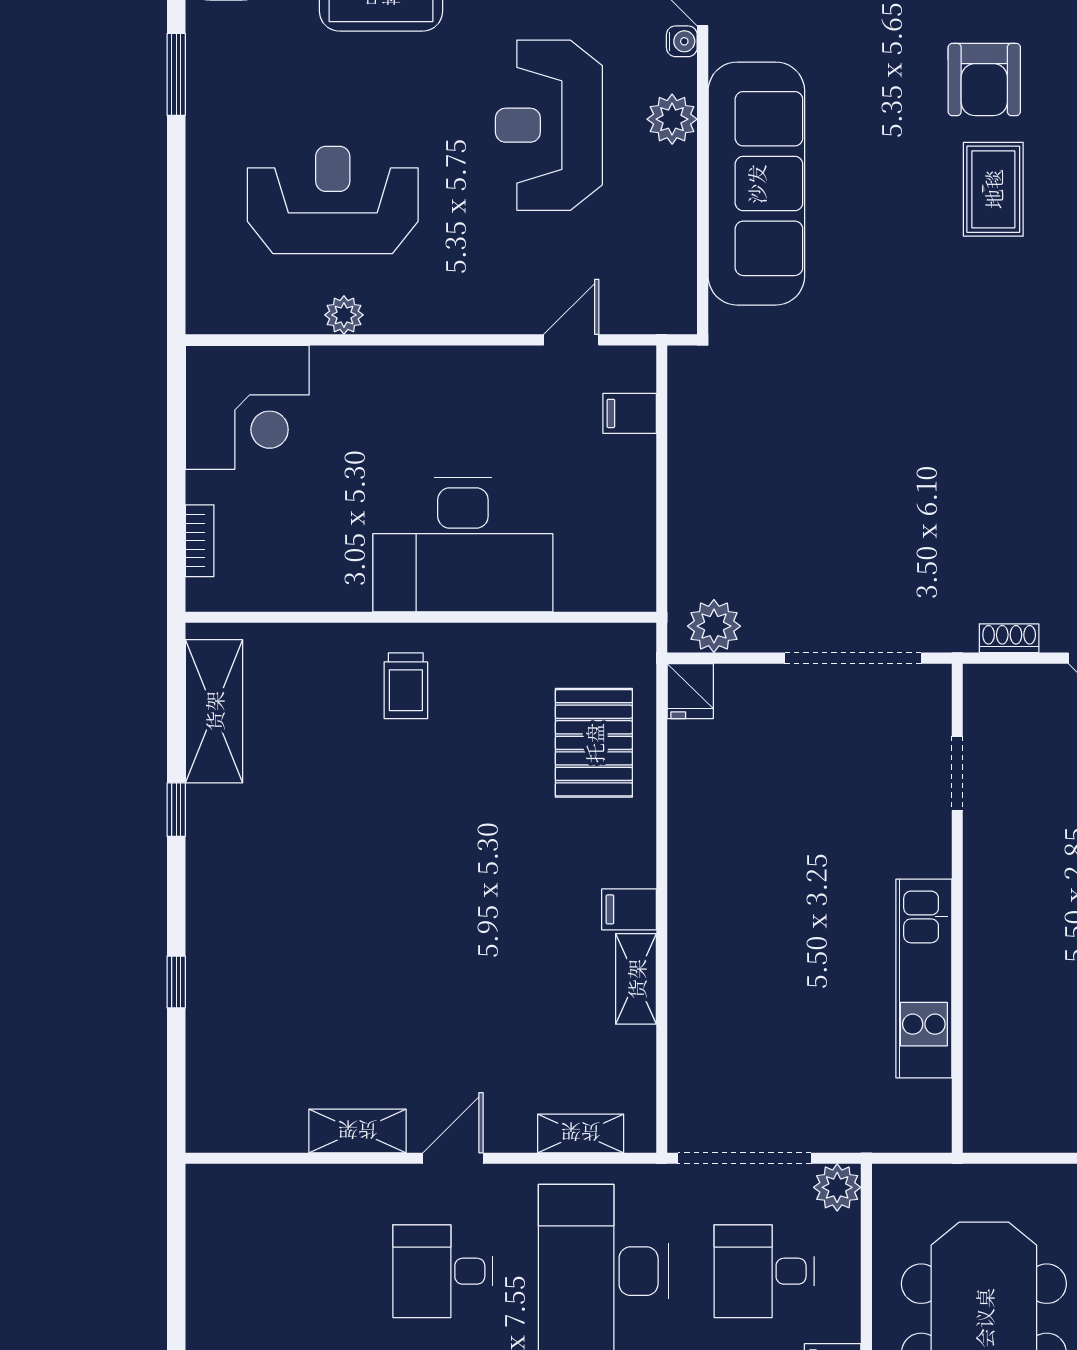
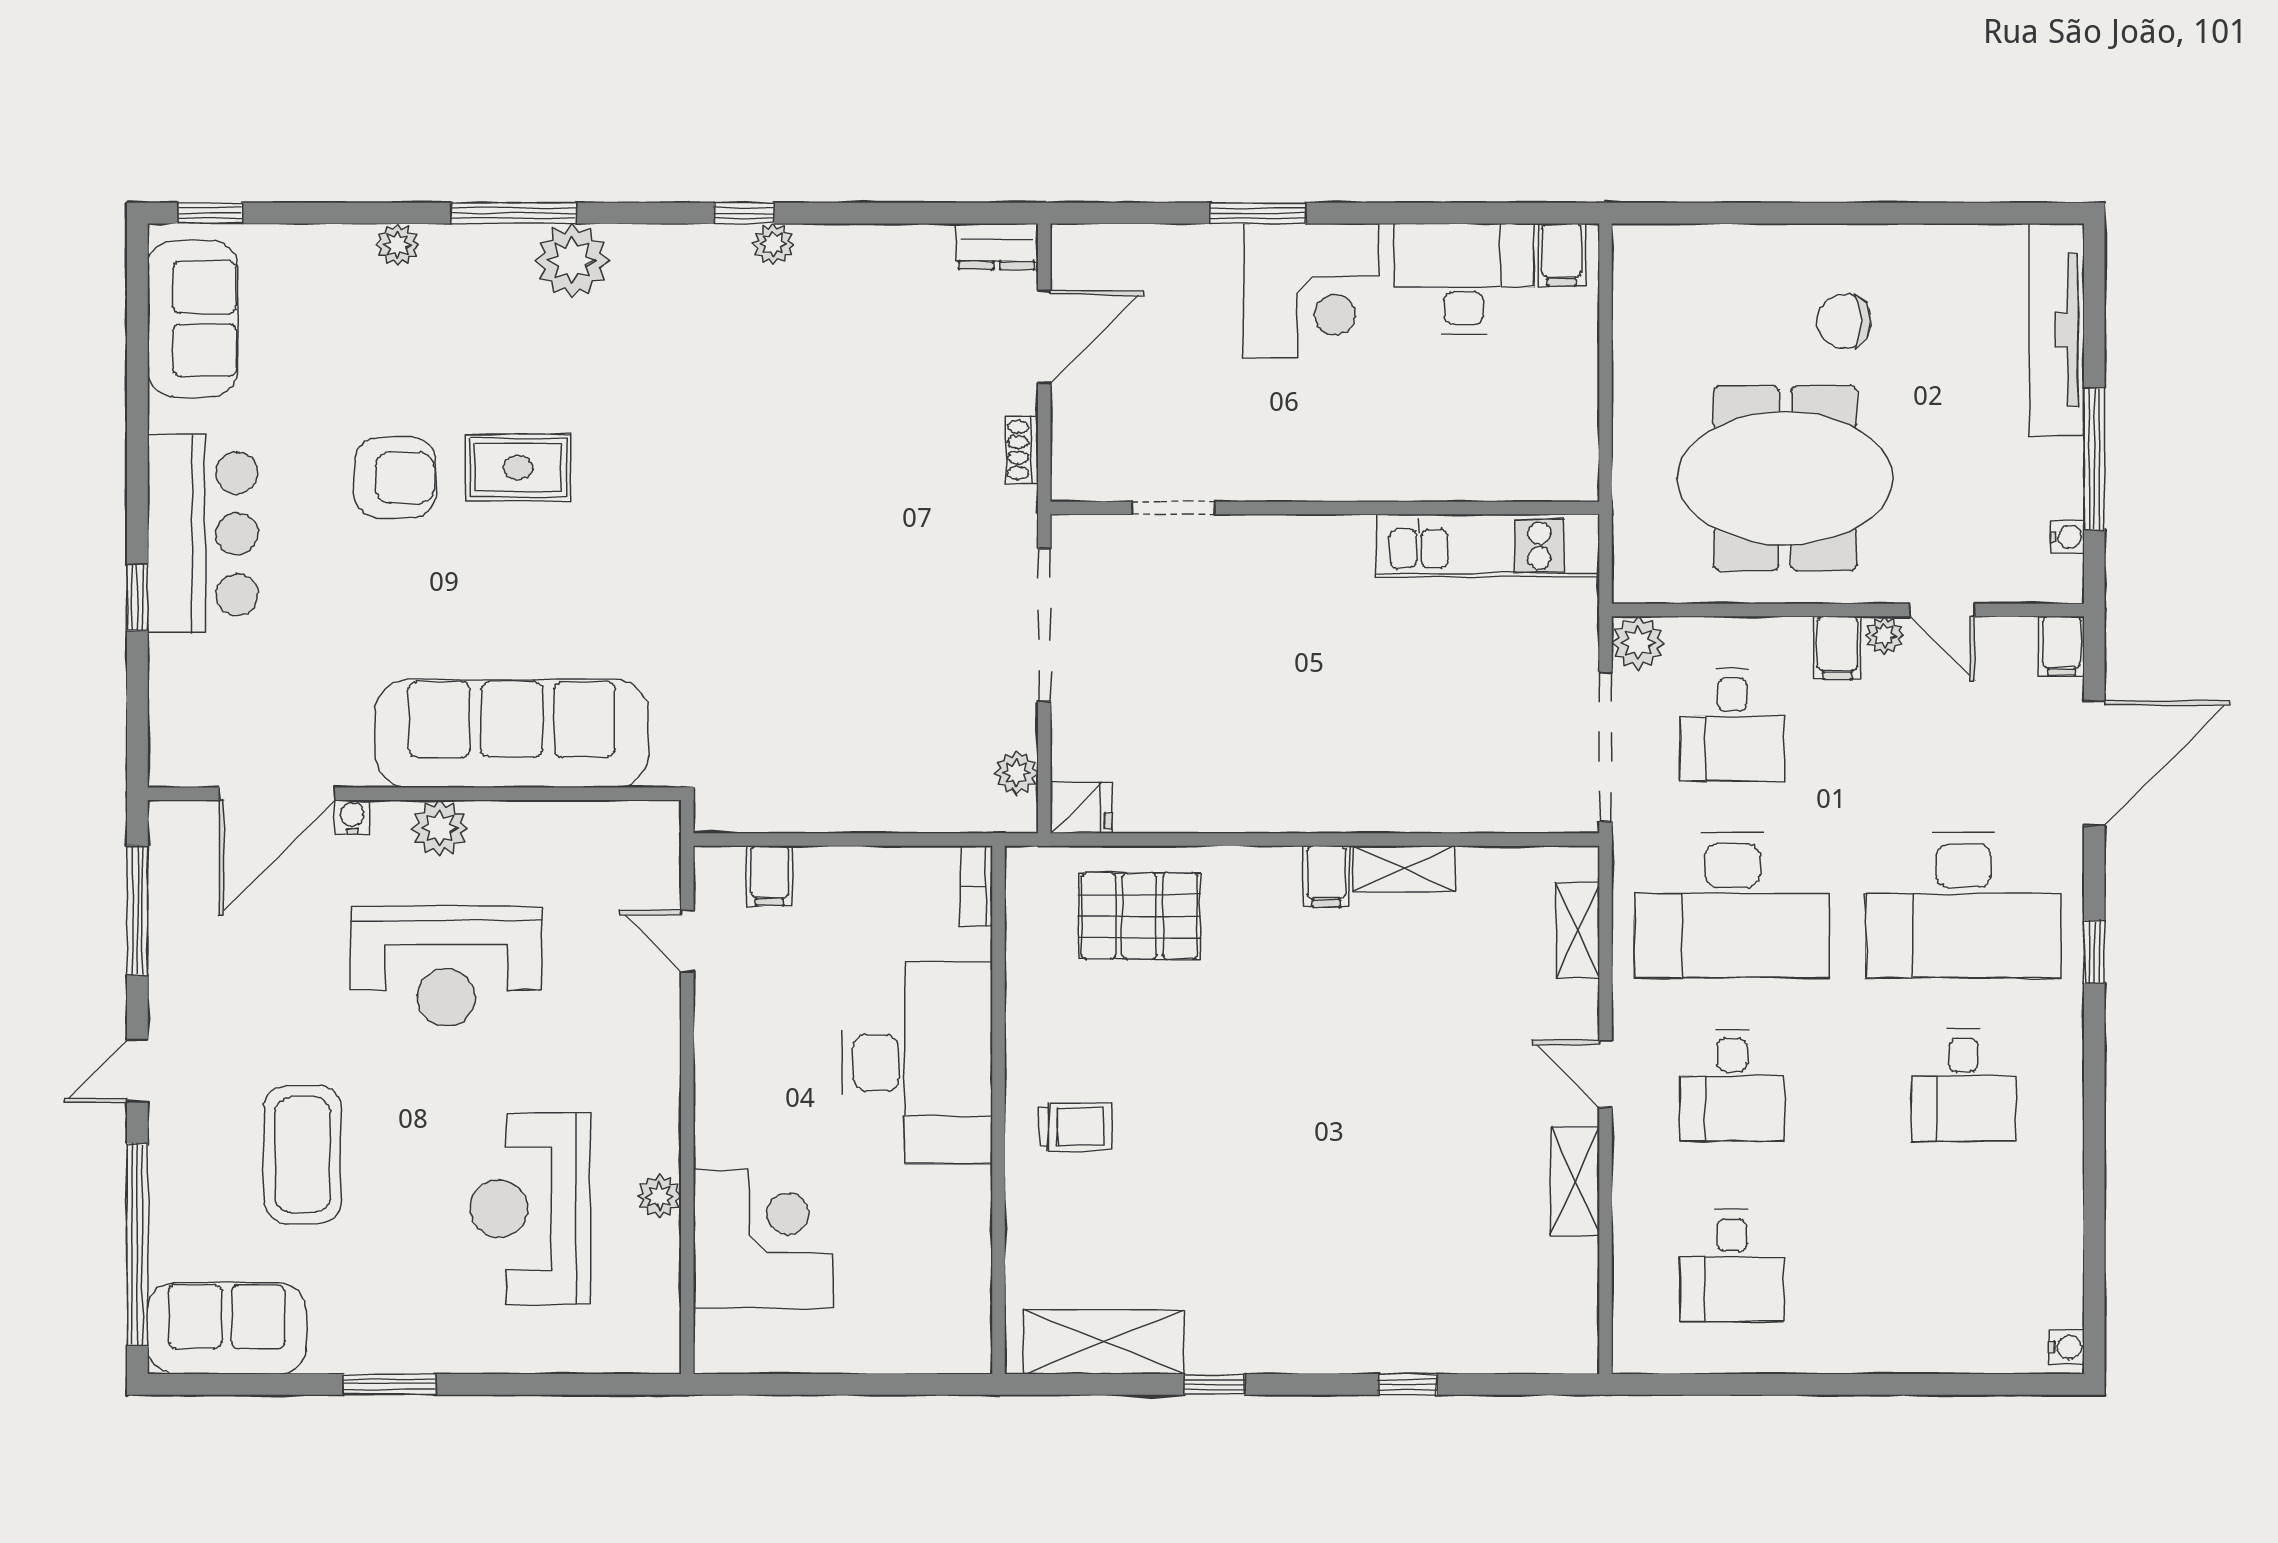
corner desk: (247, 407) -> (763, 1239), moved
bookcase: (200, 541) -> (976, 886), moved, turned -90
plant: (714, 626) -> (1016, 773), width x0.73, depth x0.73
kitchen unit: (924, 978) -> (1488, 546), moved
desk: (282, 1271) -> (1732, 1266), added

